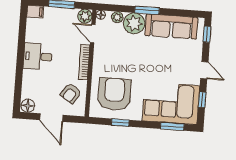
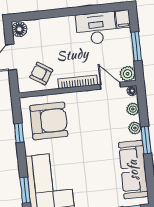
plant: (134, 23) -> (135, 128), width x0.53, depth x0.53
door: (93, 34) -> (110, 86), hinge flipped
desk: (38, 56) -> (96, 28), moved, width x1.37

